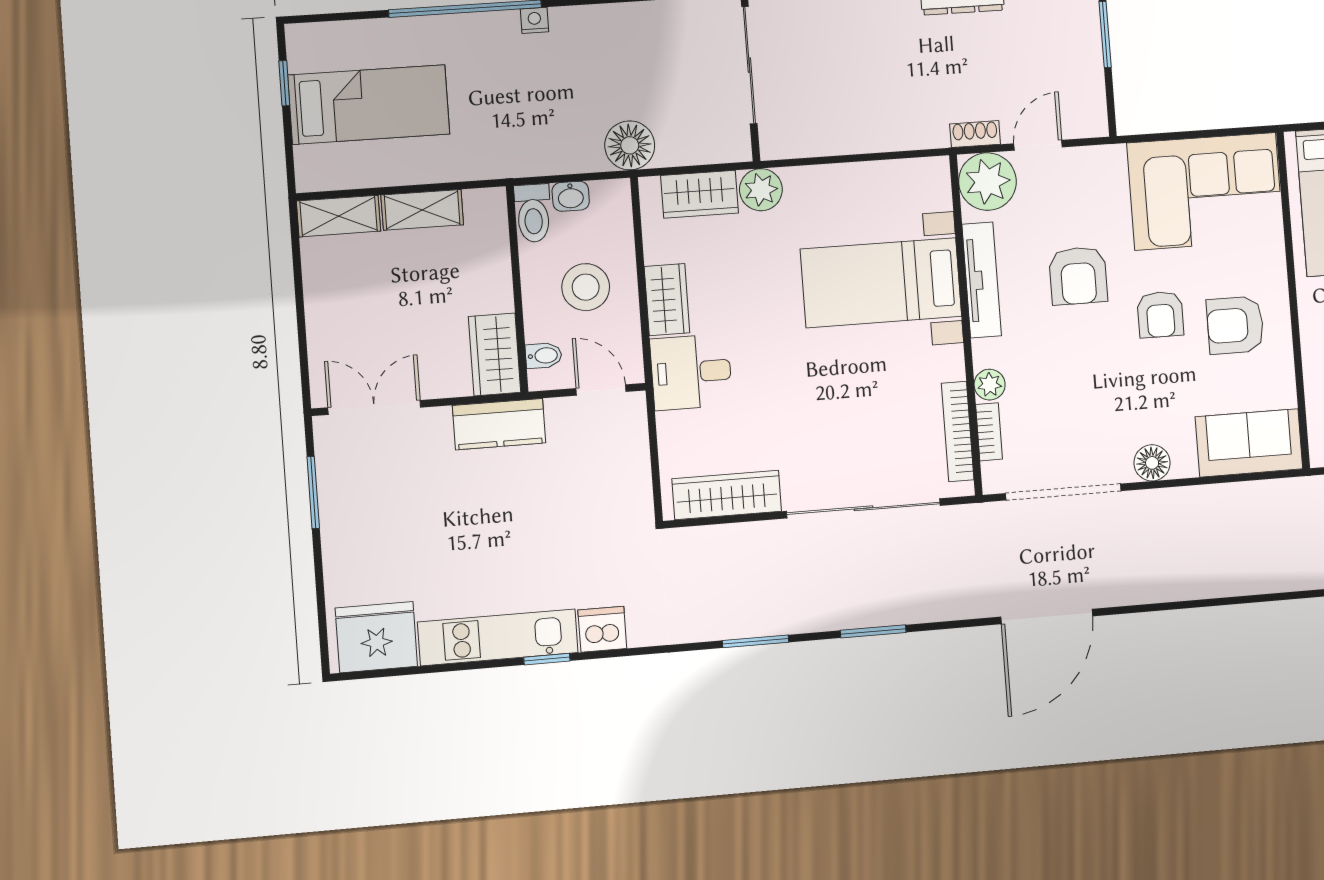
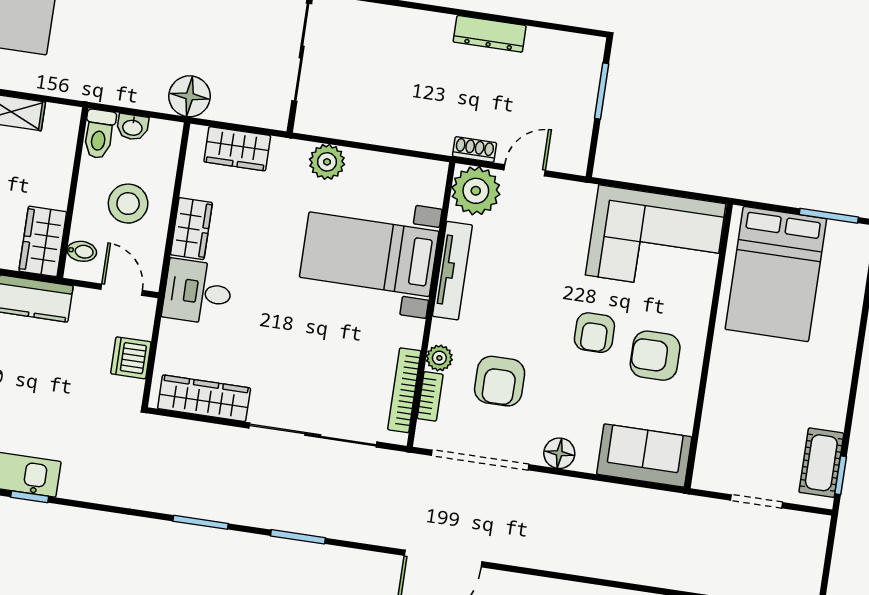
plant: (761, 190) -> (327, 162), moved
armchair: (1078, 276) -> (500, 381), moved
dishwasher: (602, 629) -> (131, 358), moved, turned -90

